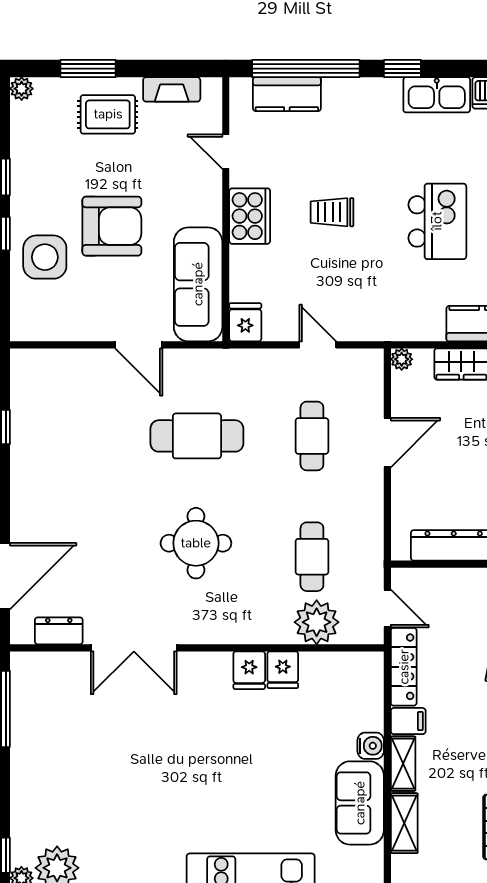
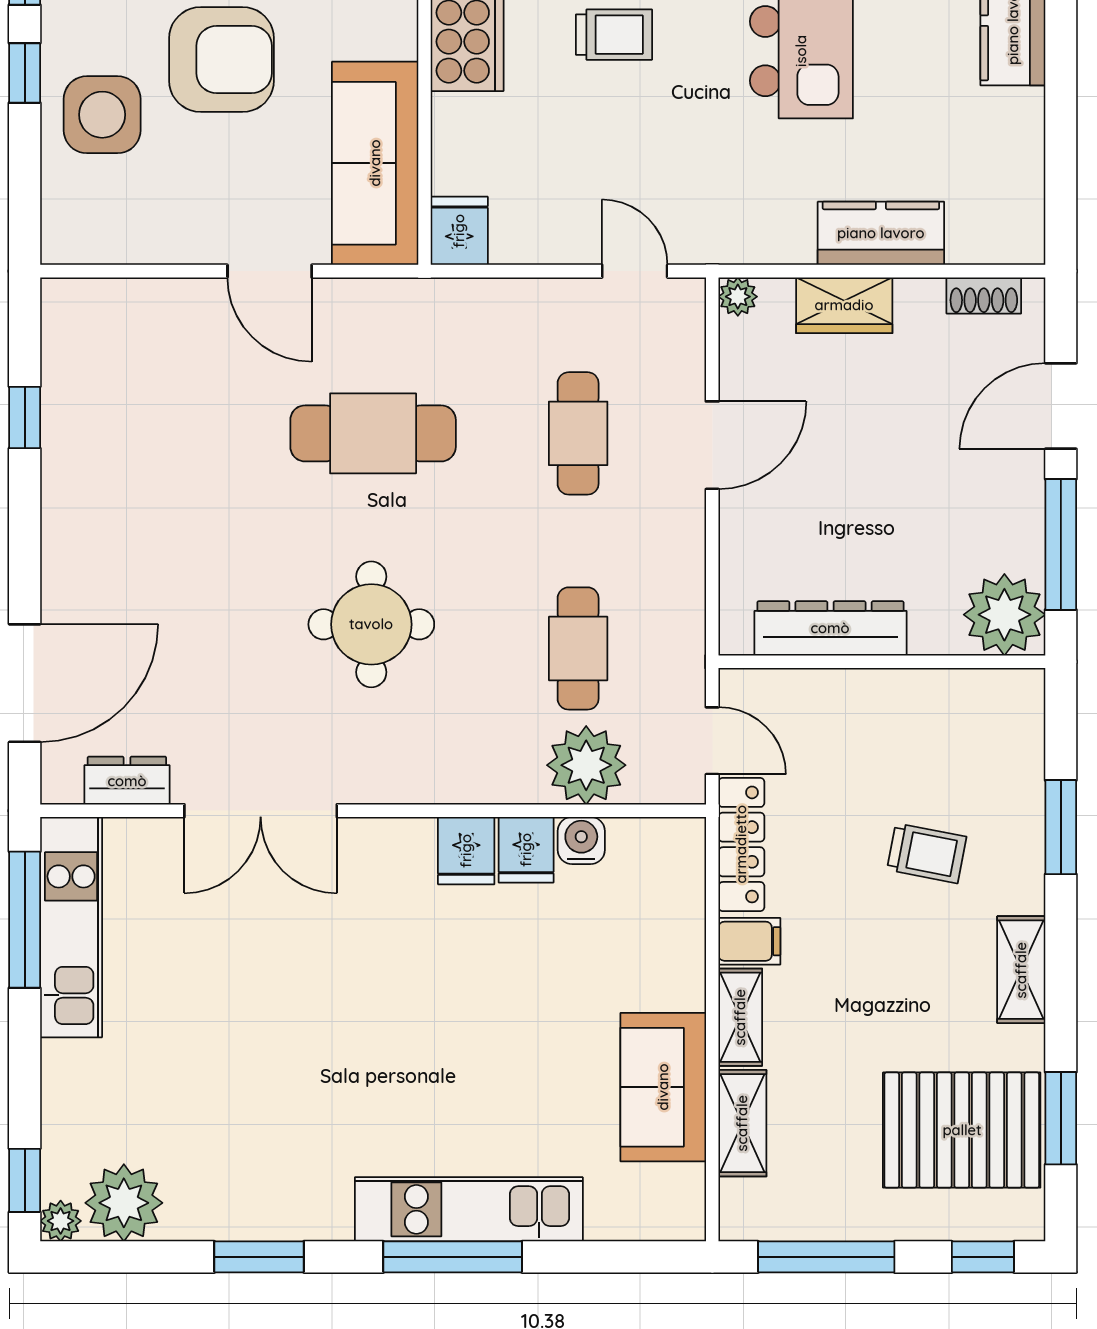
trolley: (332, 212) -> (614, 35), turned 180
door: (318, 345) -> (635, 271), moved
kitchen unit: (27, 713) -> (71, 927), added
water cooler: (371, 746) -> (581, 840), moved, turned -90

